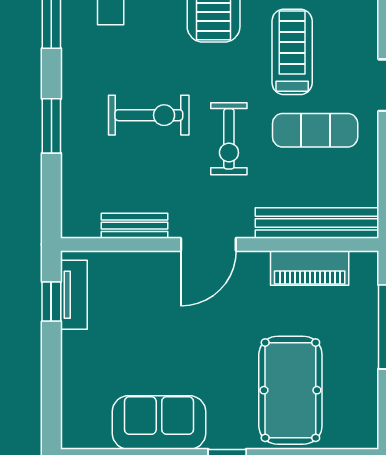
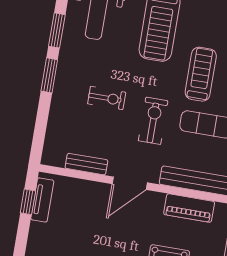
exercise bike: (149, 115) -> (107, 98), width x0.73, depth x0.72
window: (51, 126) -> (49, 75), moved
exercise bike: (229, 139) -> (153, 121), turned 180

